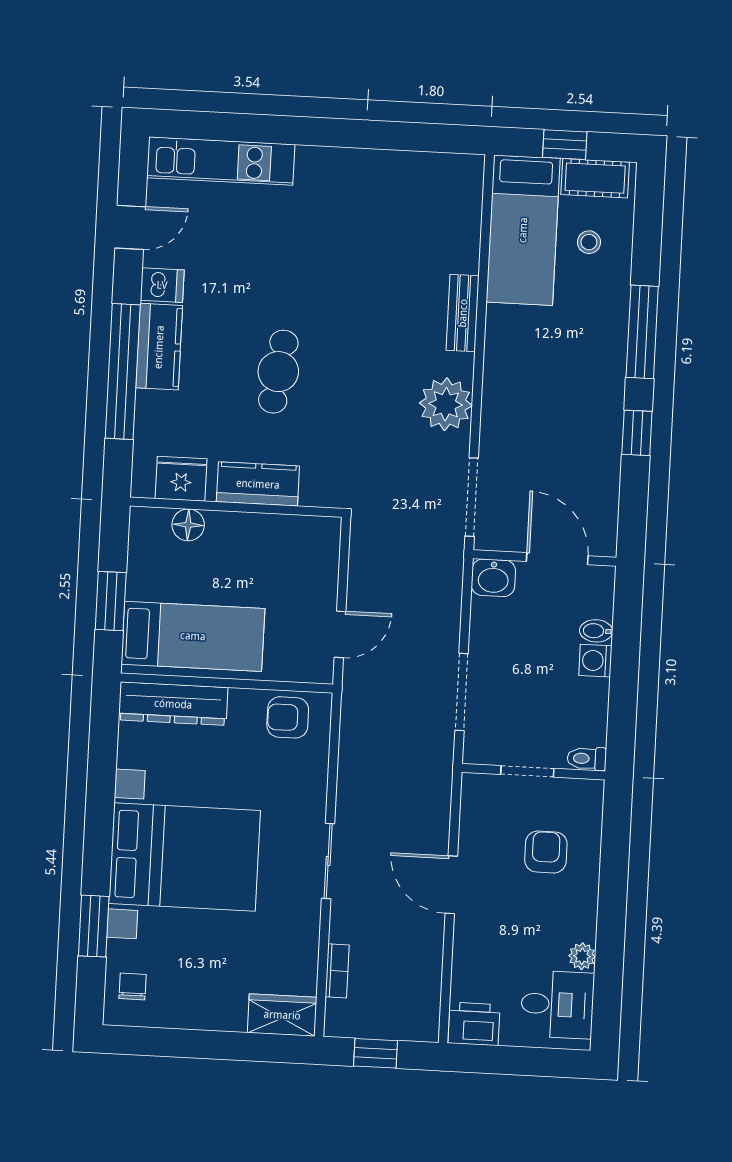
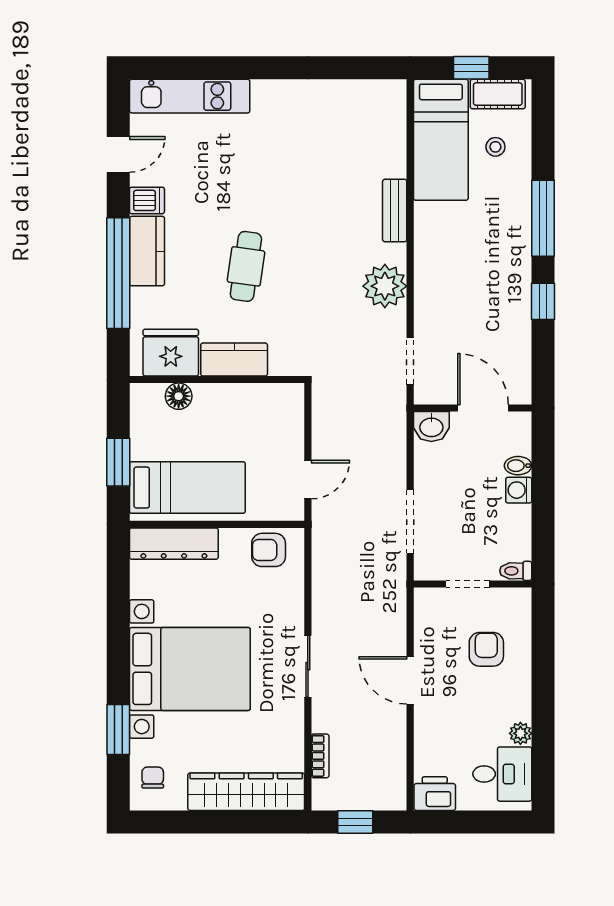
fridge: (181, 479) -> (171, 353), width x1.36, depth x1.34
doorway: (472, 497) -> (410, 361), width x0.73
wardrobe: (282, 1015) -> (246, 792), width x2.10, depth x1.17

